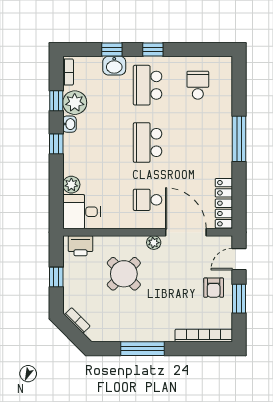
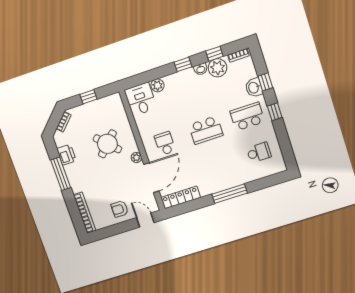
school desk: (148, 143) -> (206, 130), turned 180
printer: (80, 246) -> (67, 155), moved, turned 180
window: (239, 299) -> (118, 229), removed

